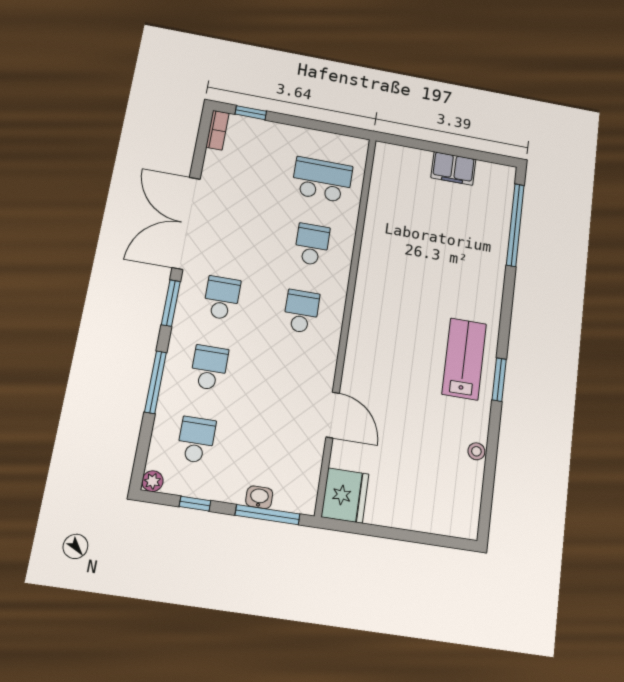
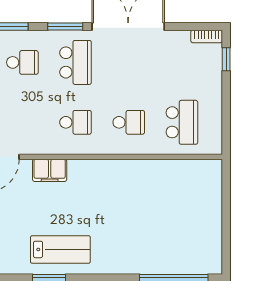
filing cabinet: (453, 168) -> (50, 170), moved, turned -90
school desk: (222, 298) -> (76, 62), width x1.85

